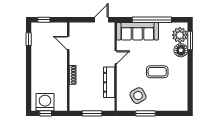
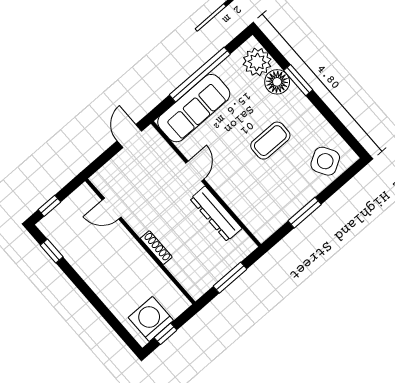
window: (190, 41) -> (298, 80), moved
side table: (138, 96) -> (325, 161), moved

